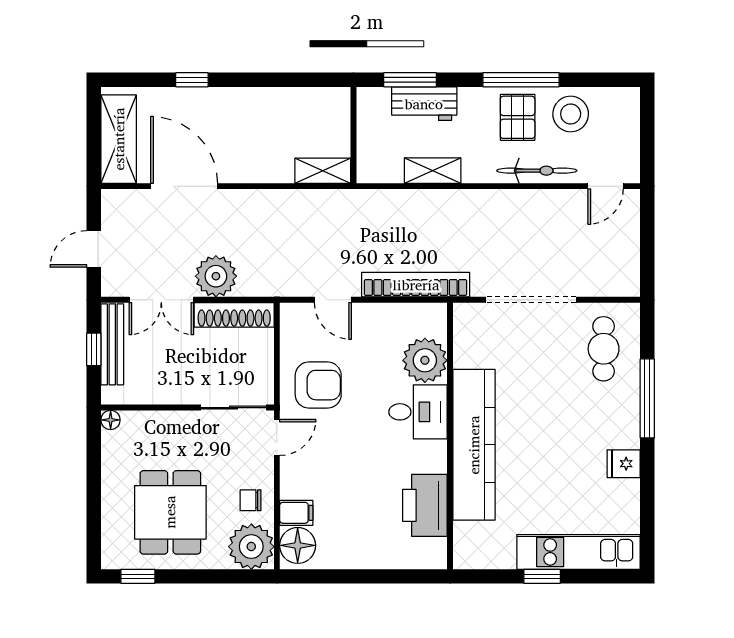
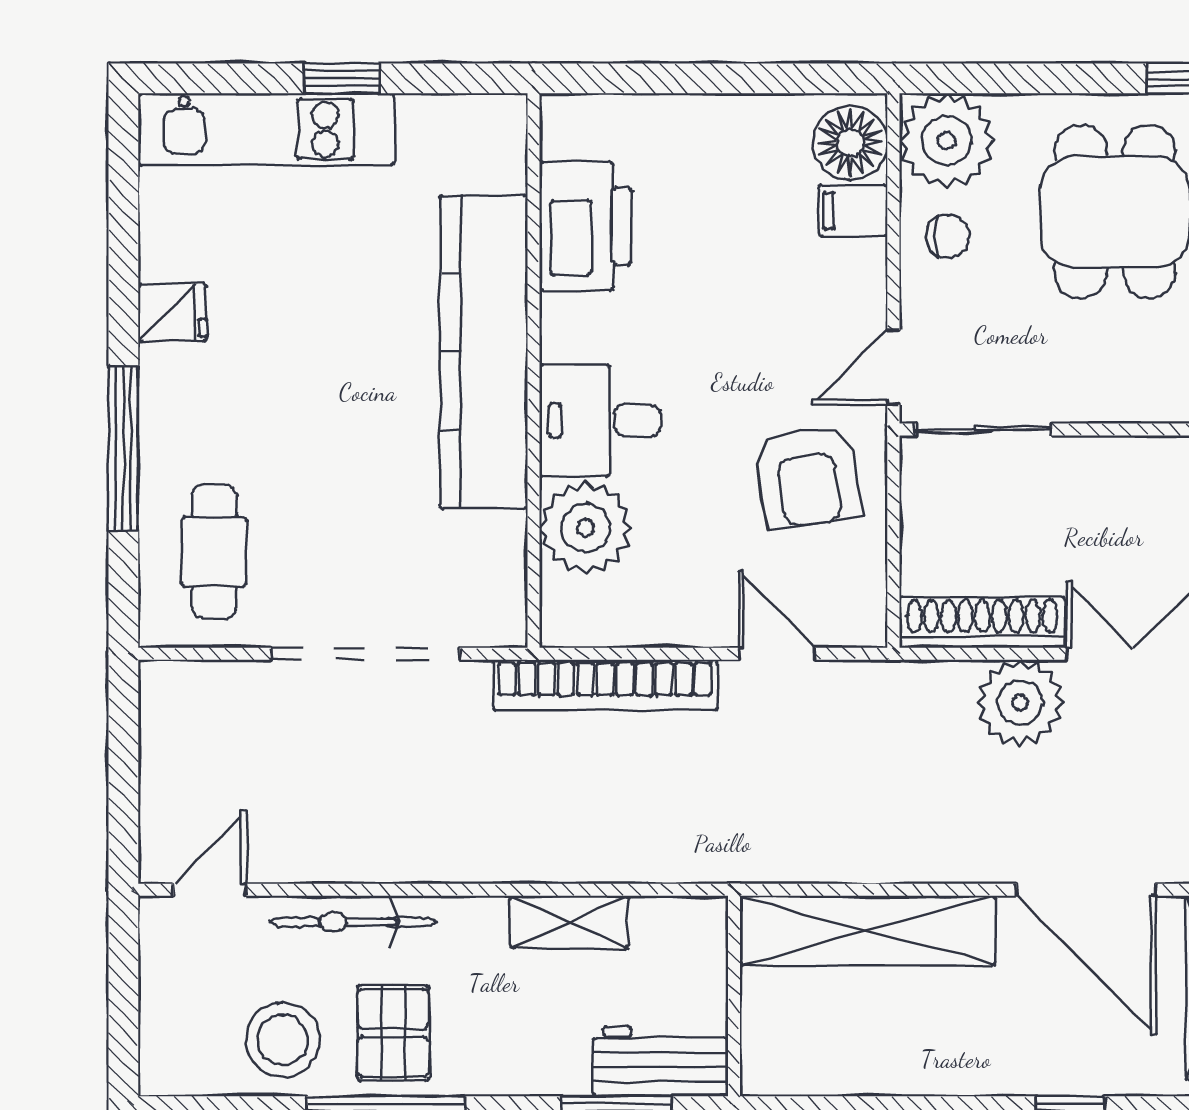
workbench: (424, 104) -> (660, 1061), moved
shelving: (323, 171) -> (867, 930), width x2.20, depth x1.33
armchair: (318, 385) -> (807, 476), turned -99

